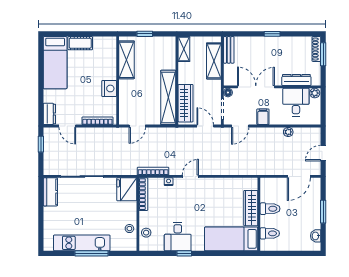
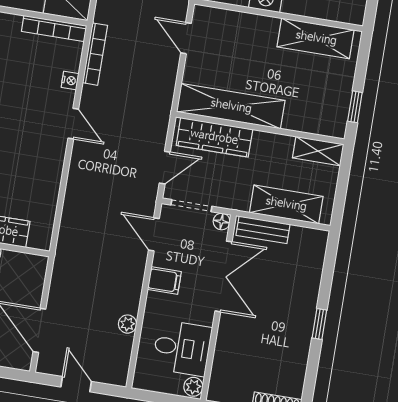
window: (145, 34) -> (355, 107), moved
bench: (229, 50) -> (263, 230), moved
dresser: (296, 80) -> (224, 356), removed

